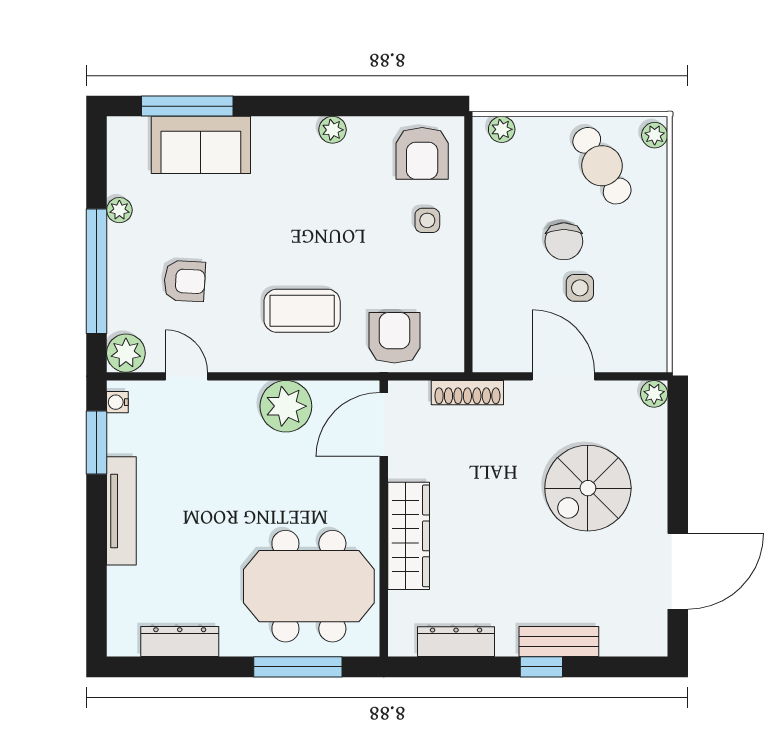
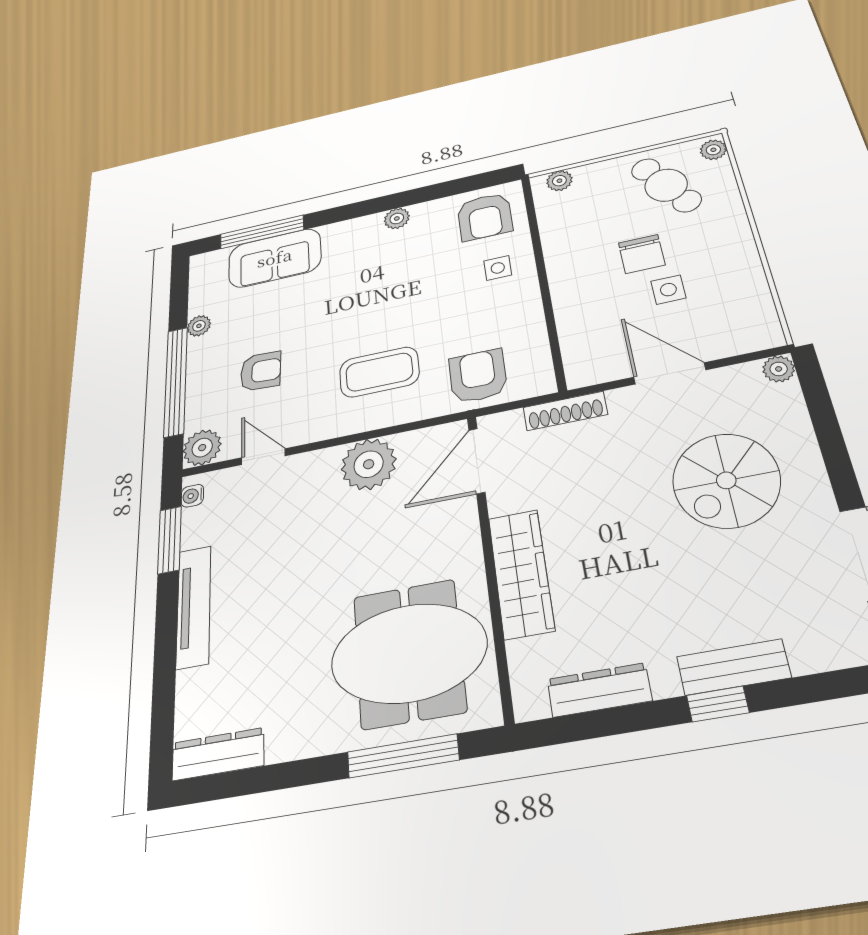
dresser: (180, 642) -> (218, 754), moved

